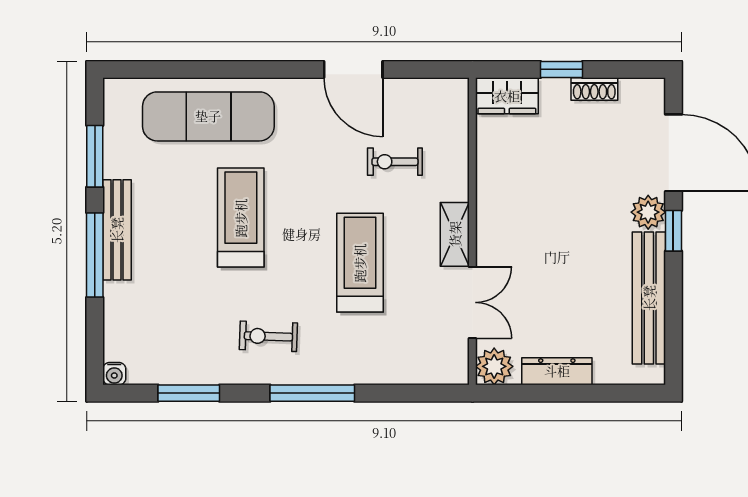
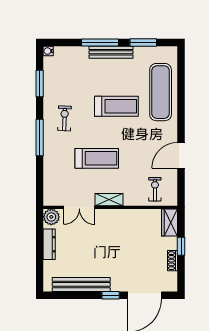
exercise bike: (395, 162) -> (155, 189), moved
plant: (648, 212) -> (119, 284), removed

